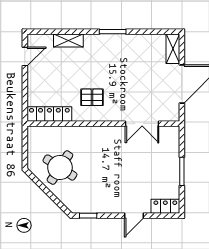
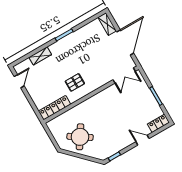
double door: (142, 124) -> (124, 75), moved
door: (134, 216) -> (142, 140), swing flipped

